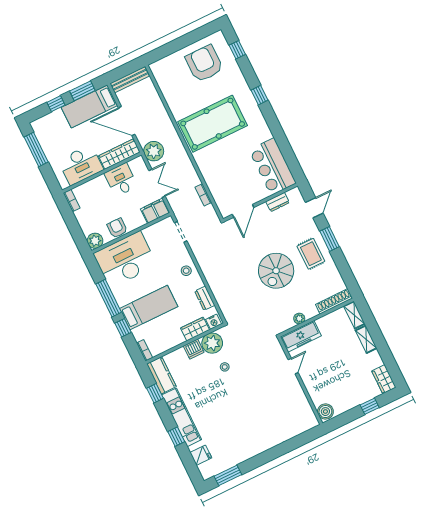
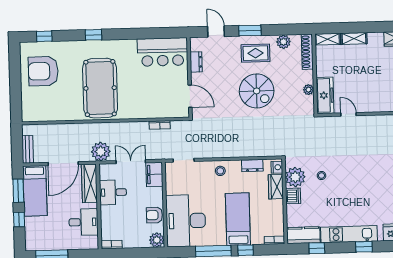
bench: (130, 80) -> (28, 149), width x0.73
desk: (81, 165) -> (84, 222), width x0.73
plant: (333, 275) -> (283, 42), added

